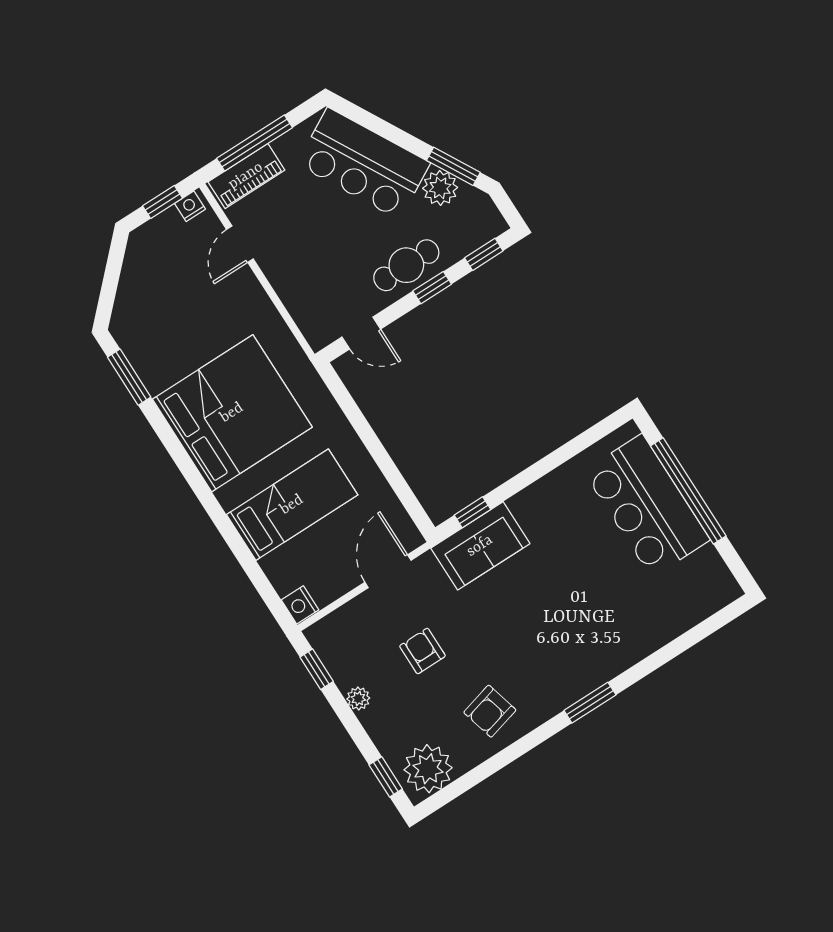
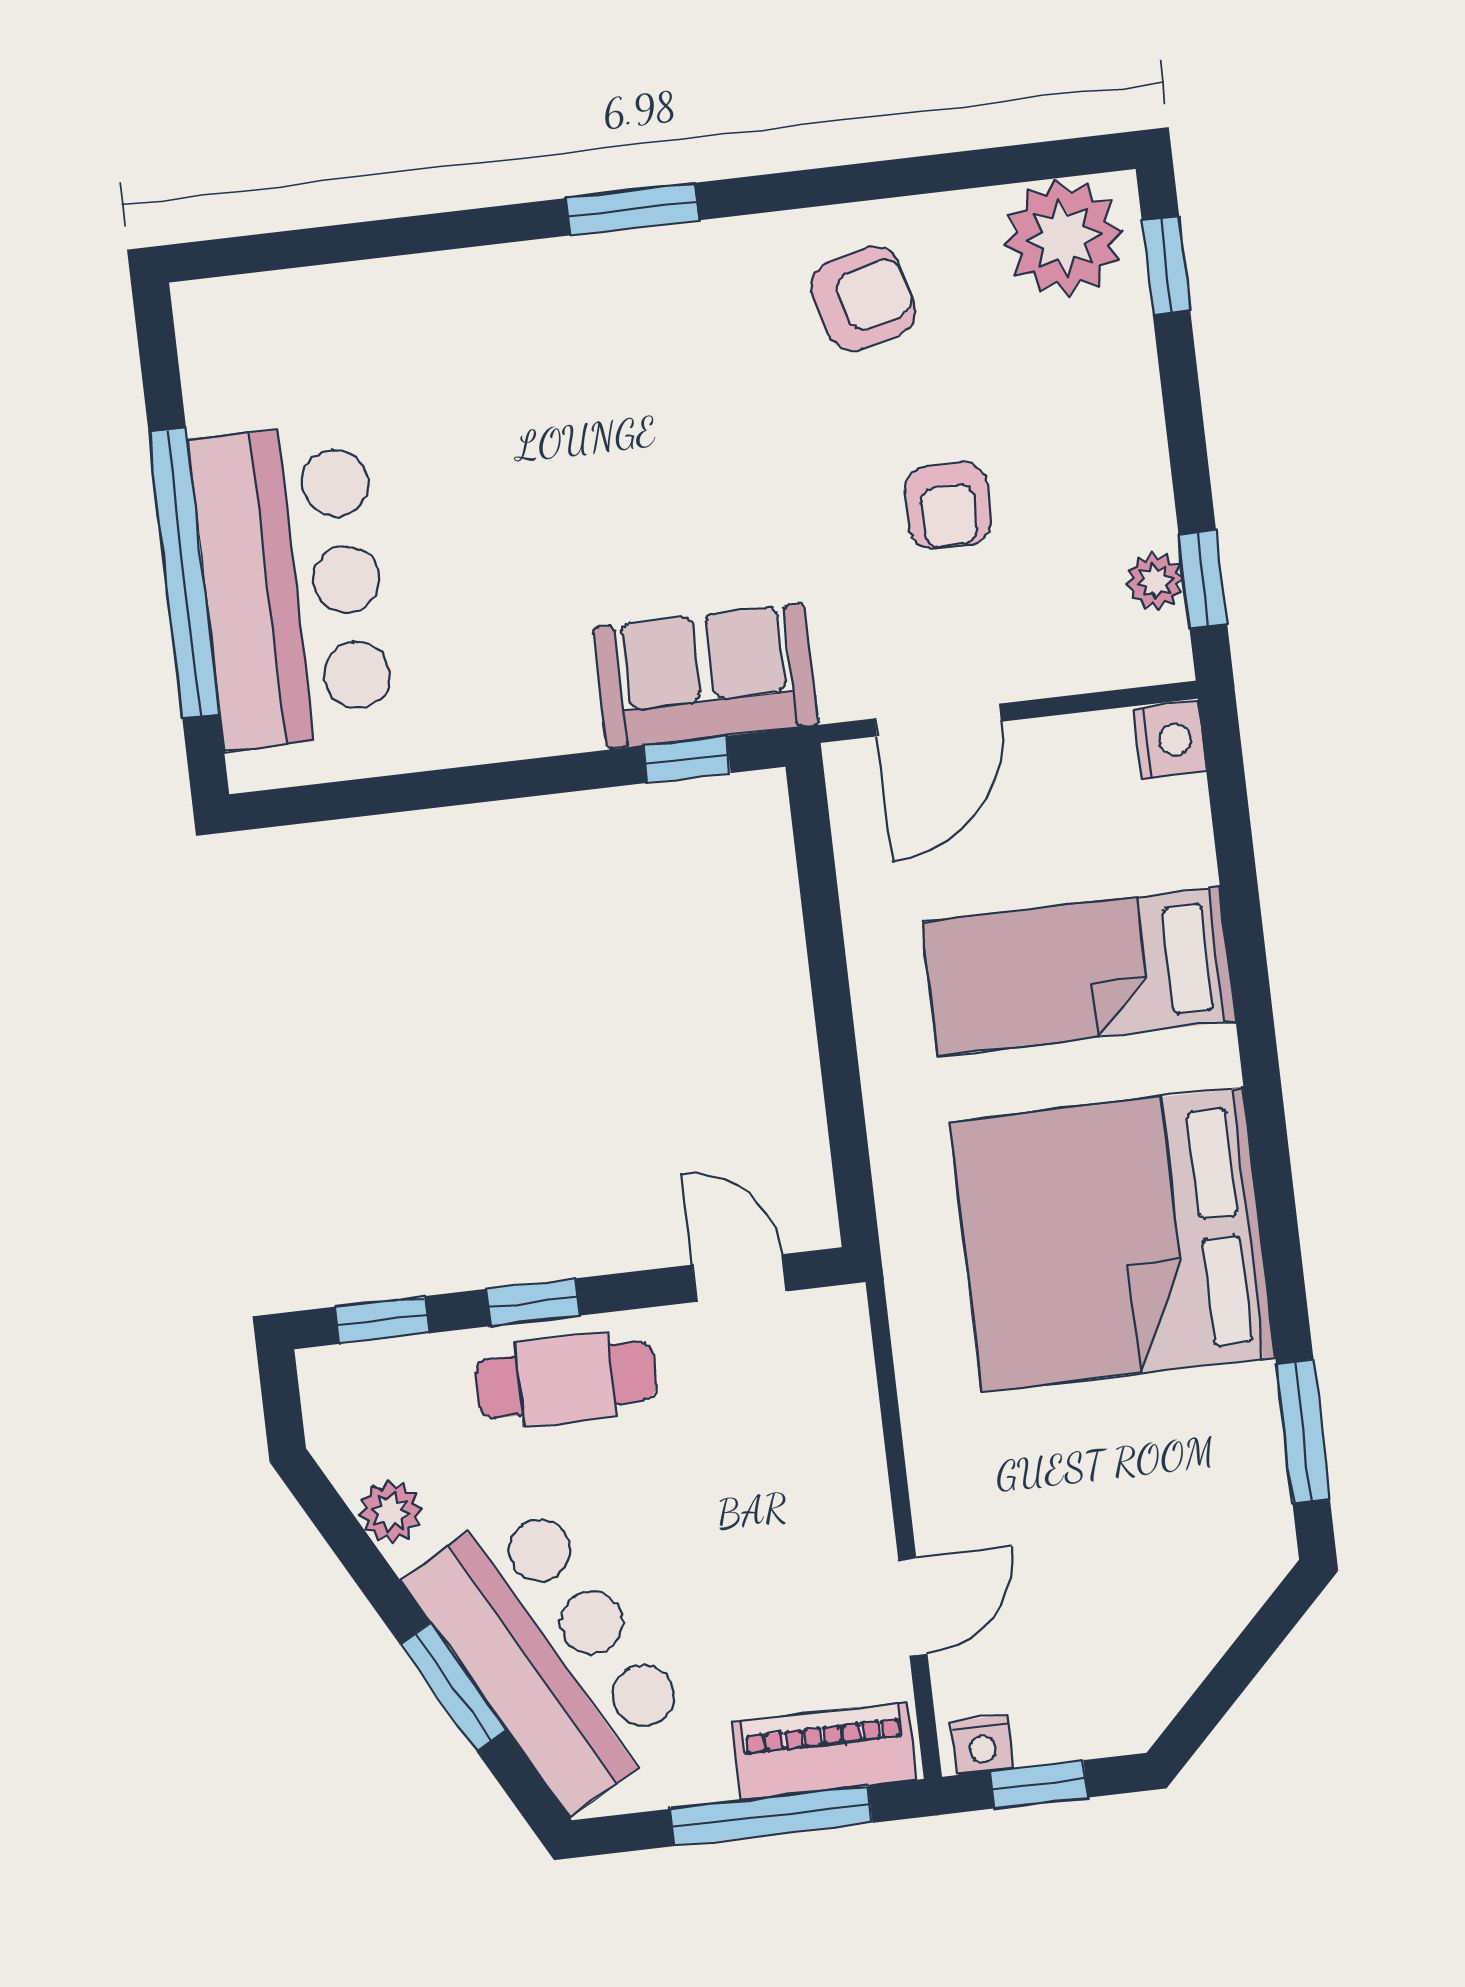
window: (453, 166) -> (453, 1687), moved
plant: (440, 188) -> (390, 1512), width x0.73, depth x0.73
plant: (358, 699) -> (1155, 581), moved

